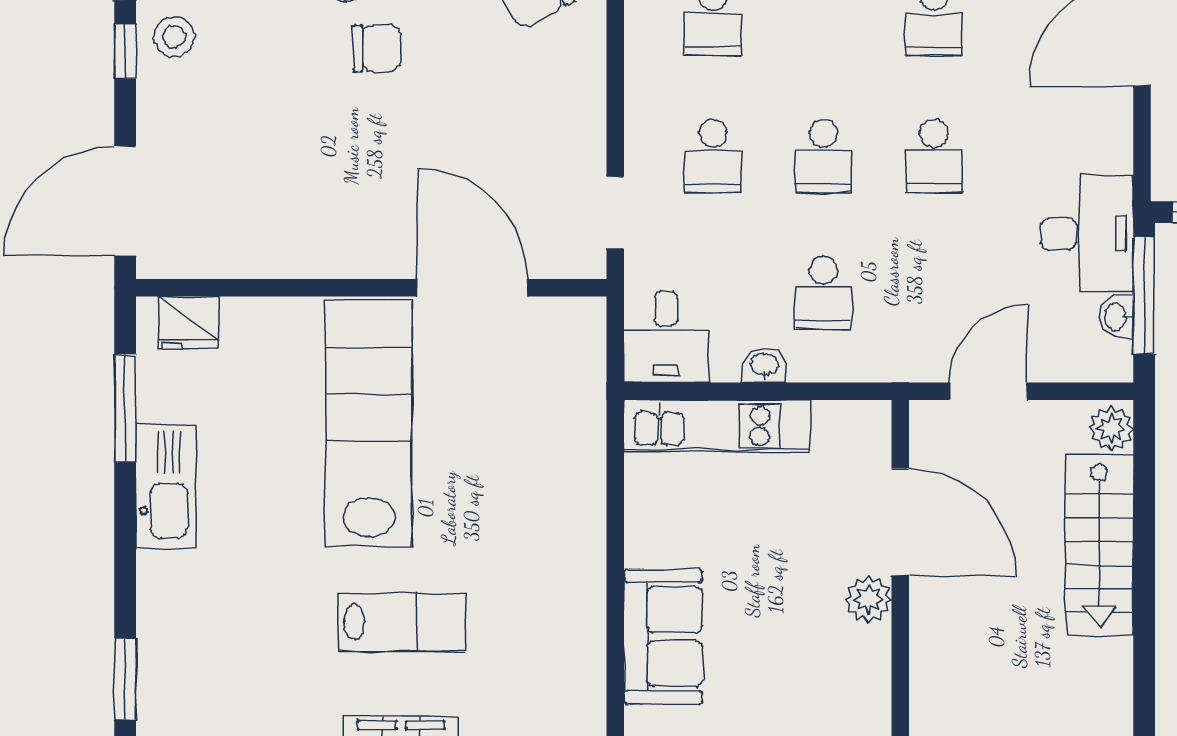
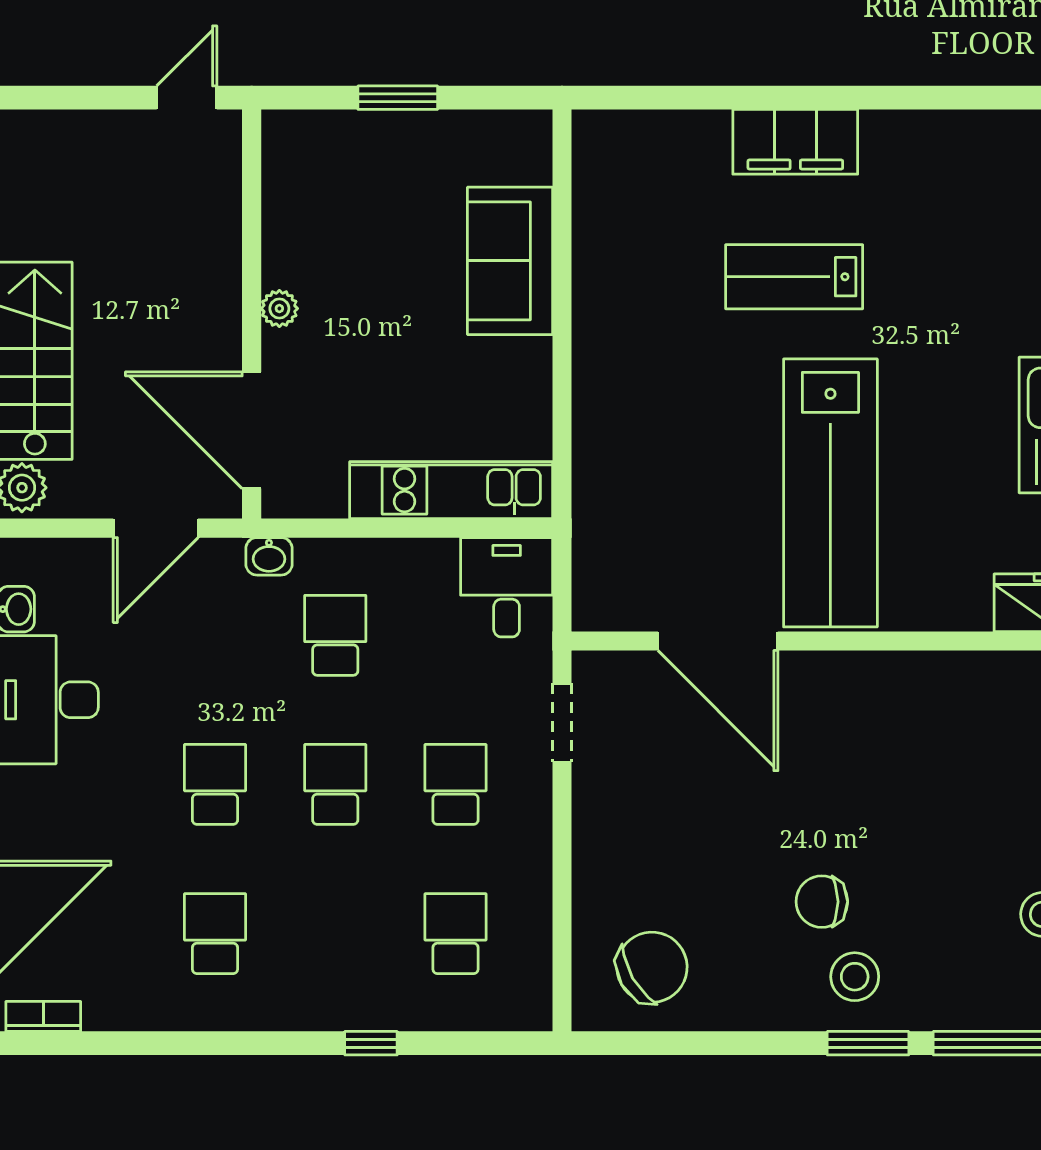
washbasin: (764, 365) -> (269, 556), moved
door: (900, 522) -> (252, 430), moved
plant: (868, 599) -> (279, 309), width x0.73, depth x0.73

